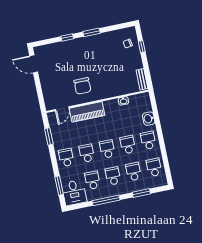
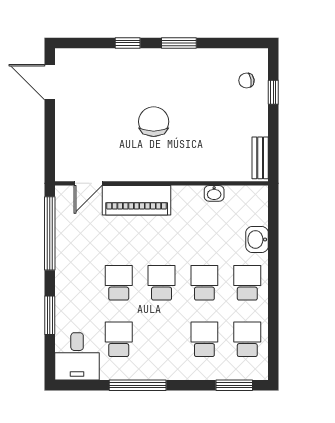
chair: (82, 86) -> (154, 122), moved, turned 180
window: (49, 136) -> (50, 233), width x2.11
school desk: (66, 157) -> (76, 283), removed
school desk: (113, 176) -> (162, 339), removed
window: (59, 186) -> (50, 315), moved
window: (141, 193) -> (234, 385), moved

